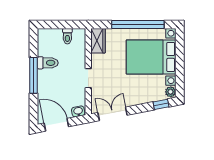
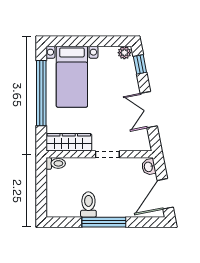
toilet: (67, 36) -> (56, 163), moved
wardrobe: (98, 41) -> (69, 142), width x1.50
bed with nightstands: (151, 57) -> (72, 77), width x0.73
double door: (113, 114) -> (149, 110), moved

